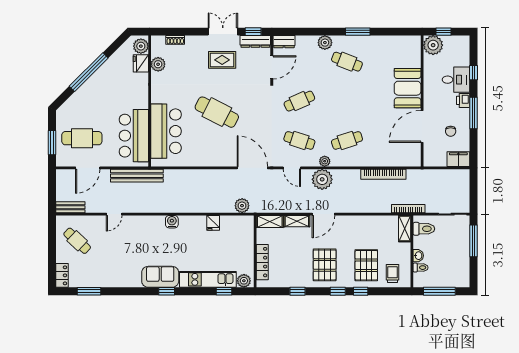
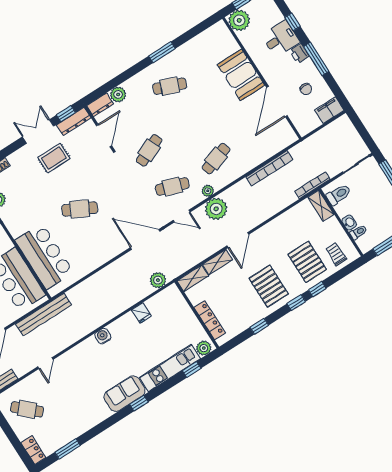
plant: (325, 43) -> (118, 94), moved
cafe table: (217, 112) -> (80, 209), width x0.73, depth x0.74

